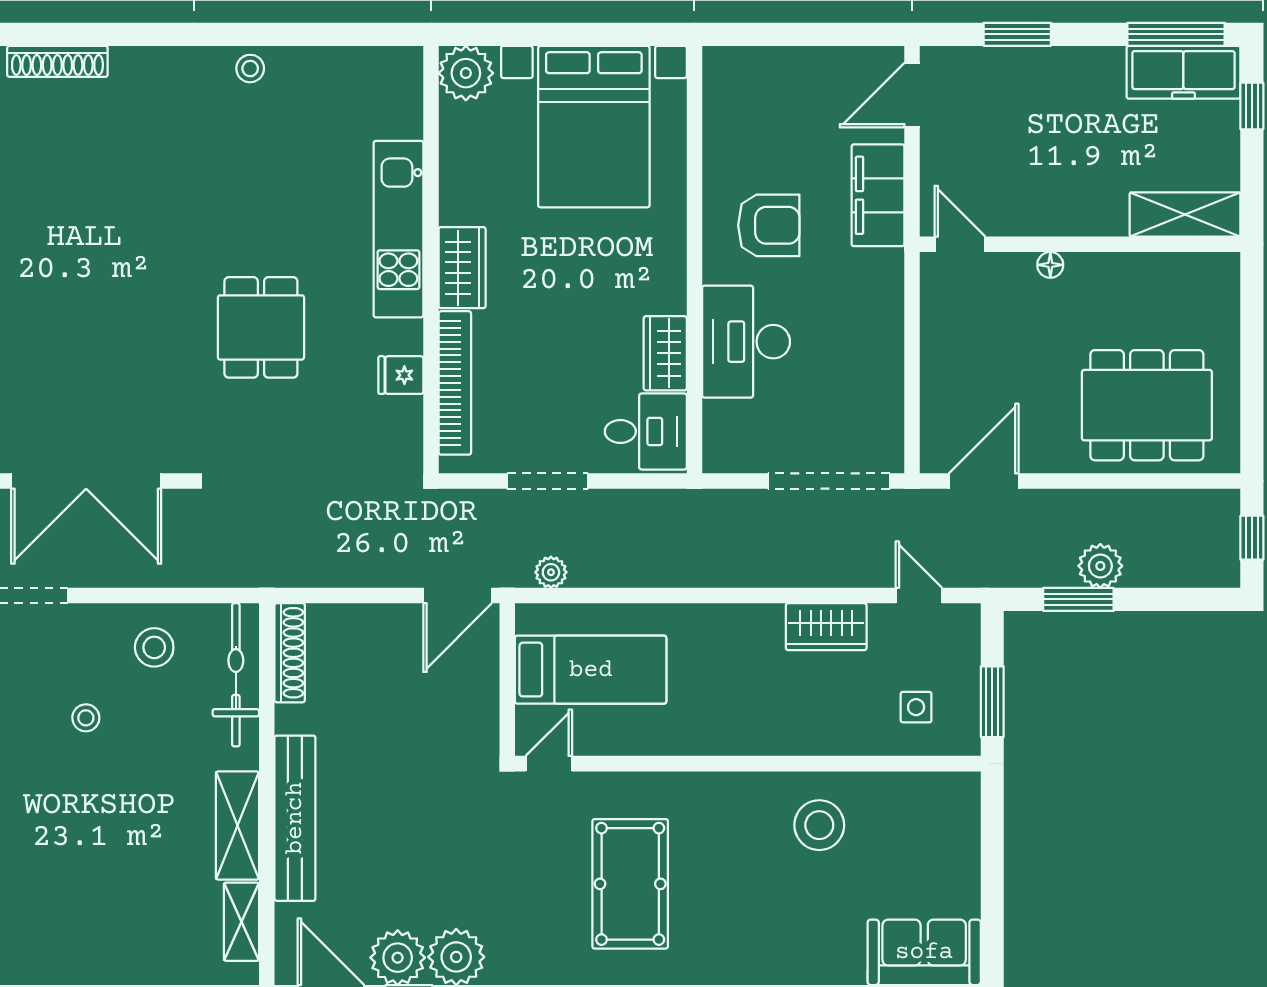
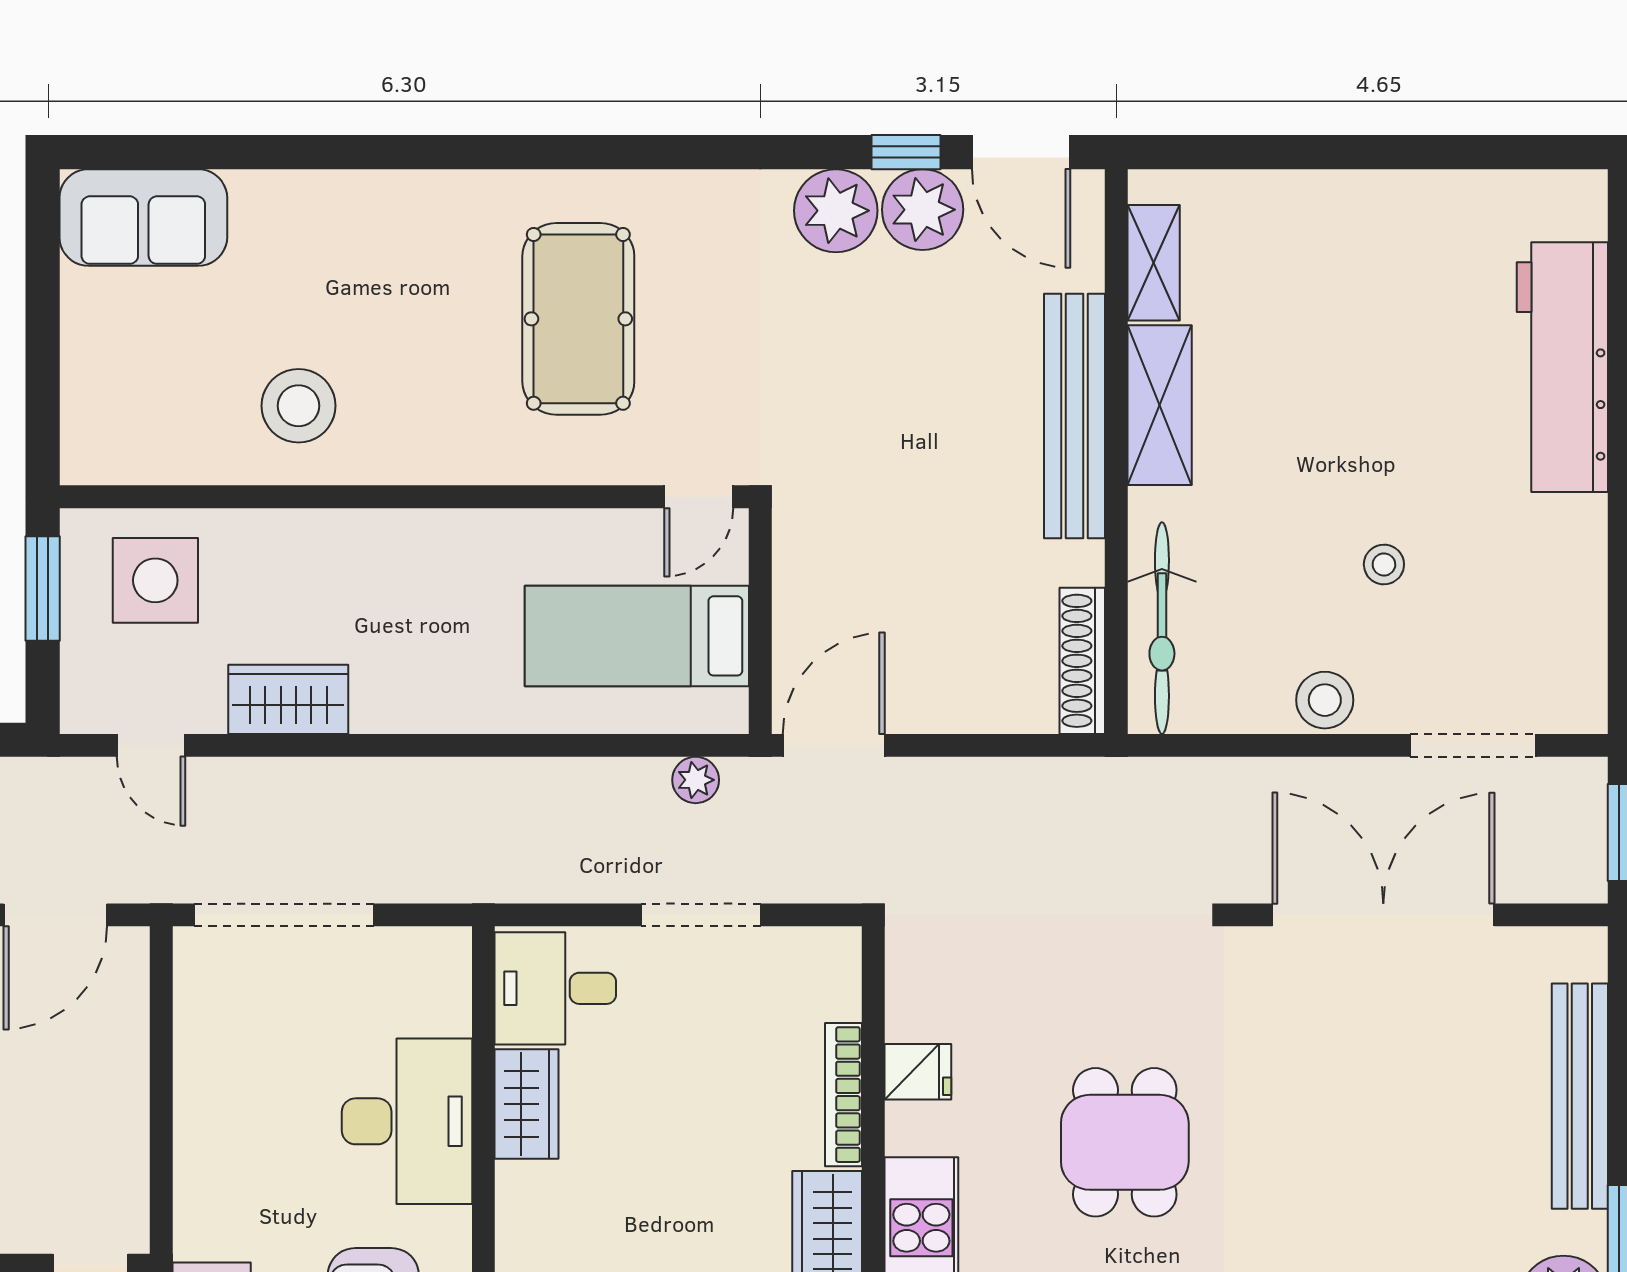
bookcase: (455, 383) -> (844, 1095), width x0.68, depth x0.76
stool: (154, 647) -> (1325, 700), moved
side table: (916, 707) -> (155, 580), width x1.87, depth x1.87

